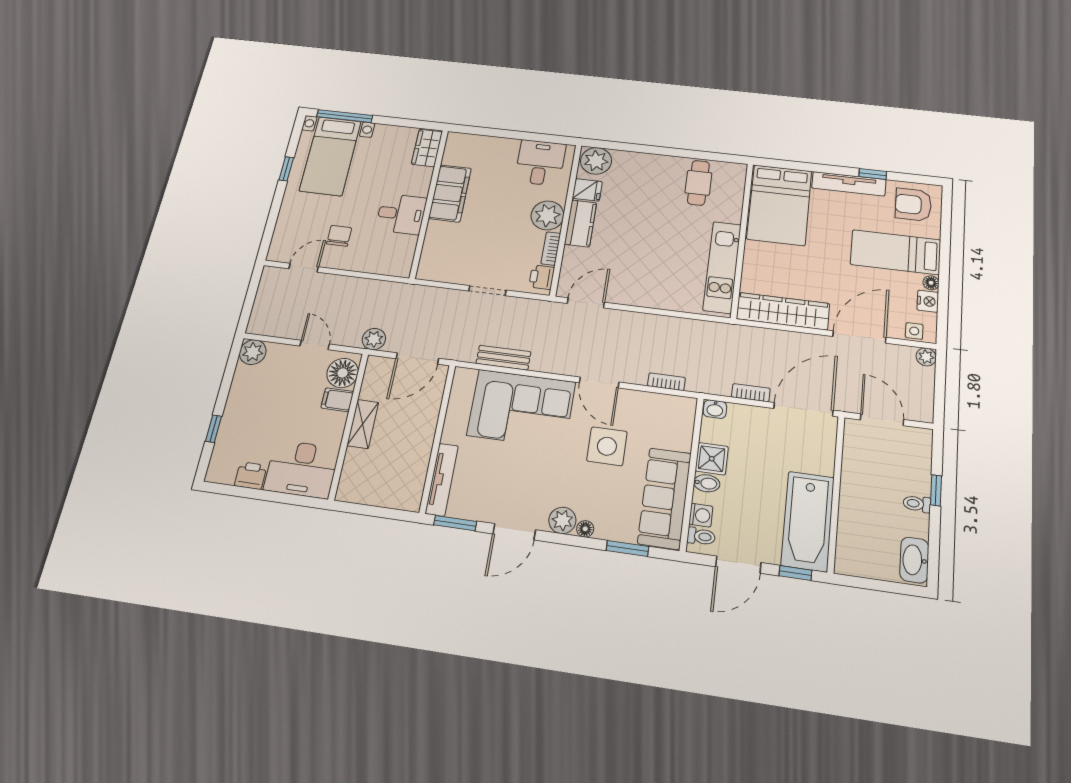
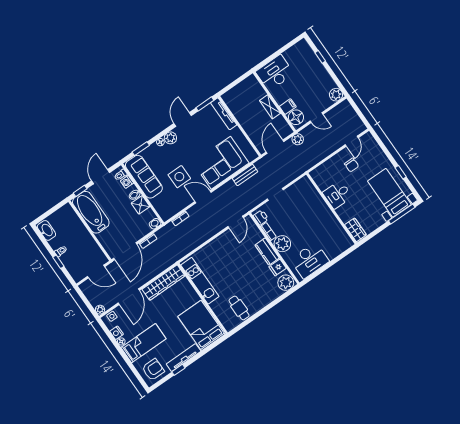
desk: (540, 163) -> (310, 260), width x1.37
filing cabinet: (450, 193) -> (328, 219), removed
printer: (251, 476) -> (290, 54), removed

